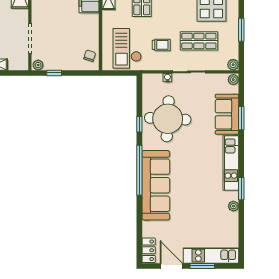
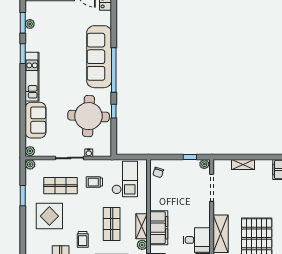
window: (241, 118) -> (23, 23), moved
plant: (233, 206) -> (30, 24), moved

